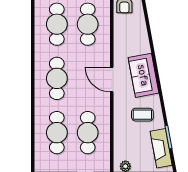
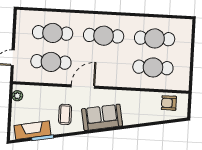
door: (112, 80) -> (83, 86), moved

